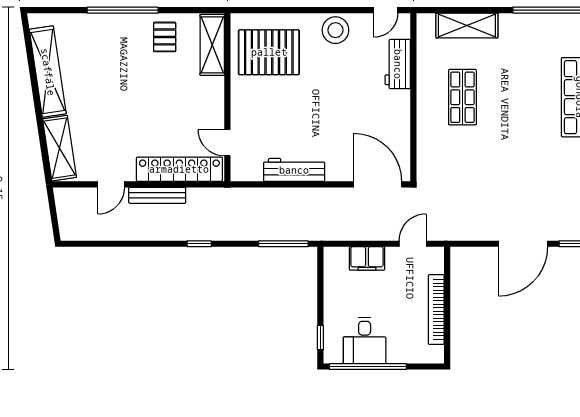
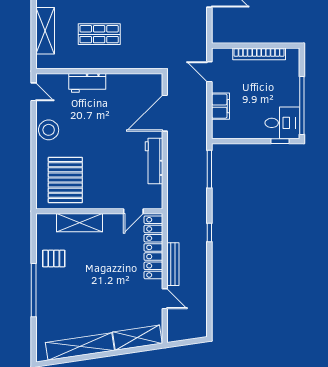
shelving: (212, 45) -> (80, 223), moved
workbench: (398, 64) -> (87, 83), moved
door: (378, 184) -> (165, 113), moved
desk: (365, 341) -> (282, 123), moved

